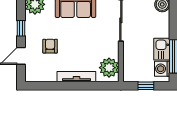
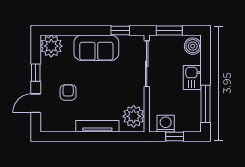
kitchen sink: (162, 49) -> (192, 77), moved
washing machine: (162, 69) -> (166, 124), moved, turned 90

